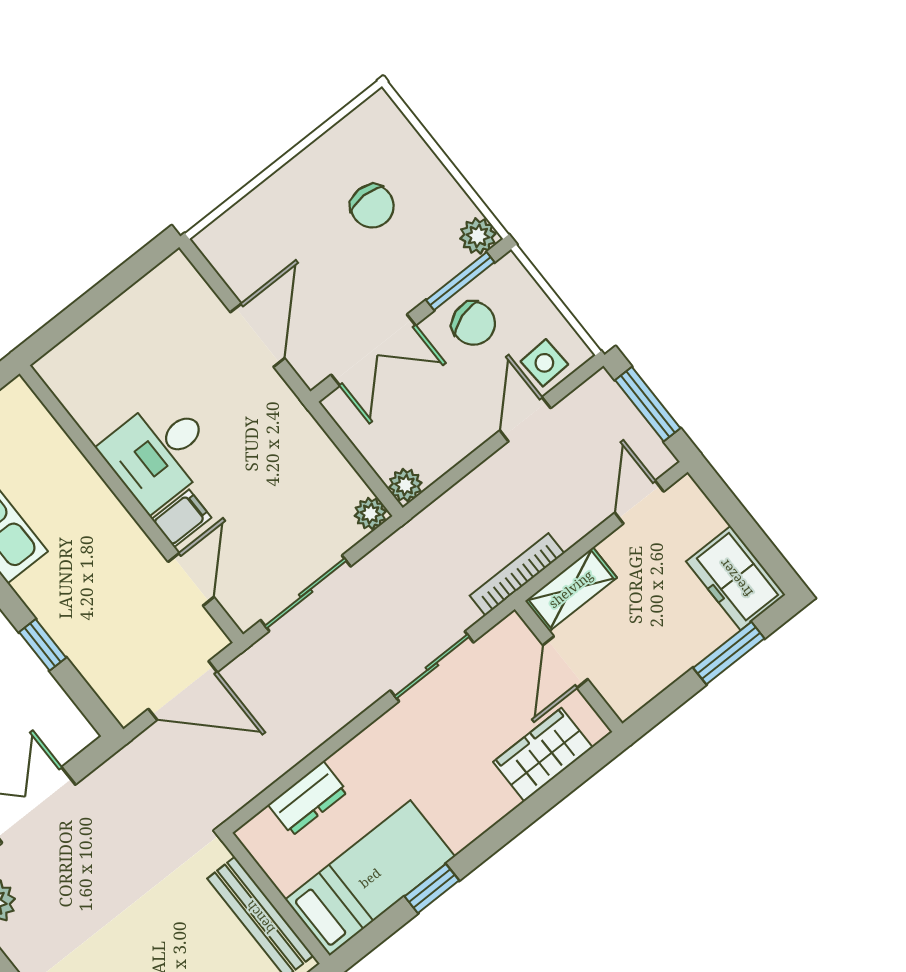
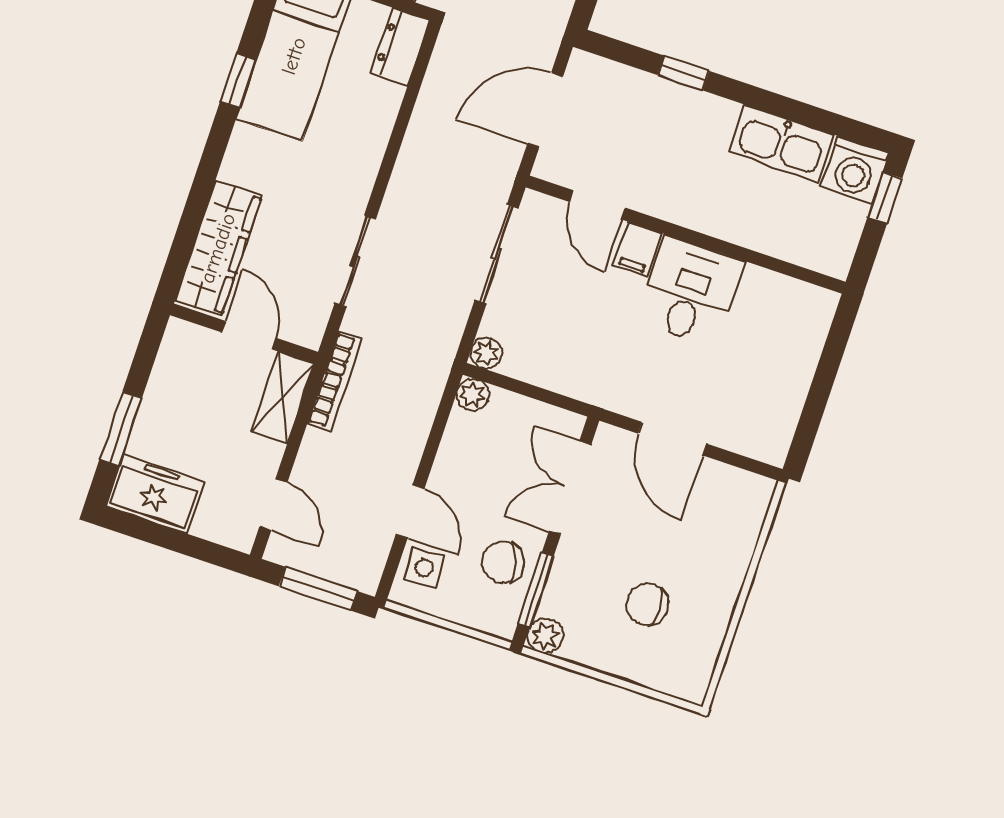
wardrobe: (543, 755) -> (218, 248), width x1.50
dresser: (308, 798) -> (401, 47), moved

